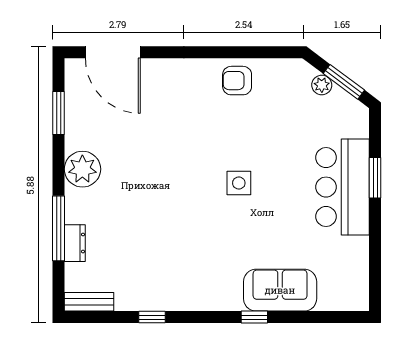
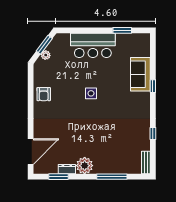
window: (375, 178) -> (122, 30), moved
dresser: (75, 243) -> (67, 169), moved

